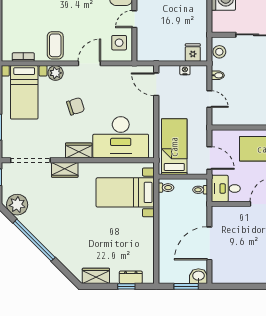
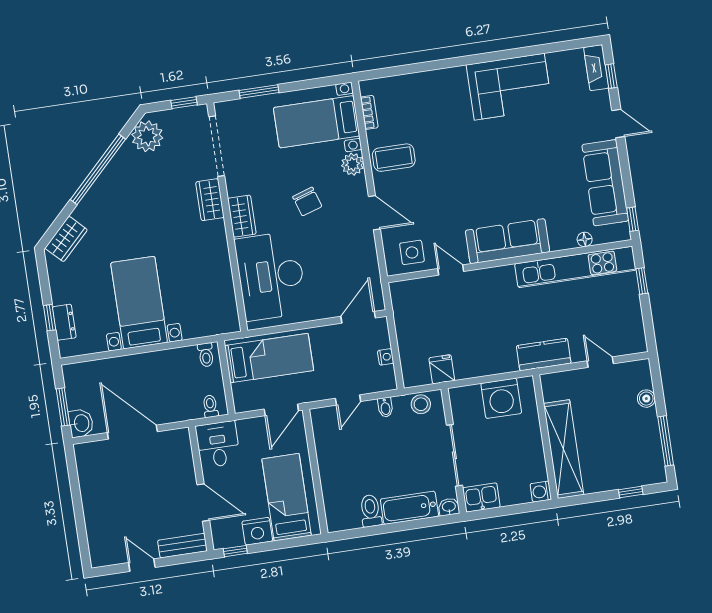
fridge: (193, 53) -> (442, 369), moved, turned -90
door: (209, 158) -> (281, 410), moved
bed with nightstands: (125, 192) -> (139, 303), moved
wardrobe: (96, 276) -> (66, 239), moved, turned 45

